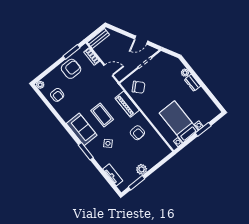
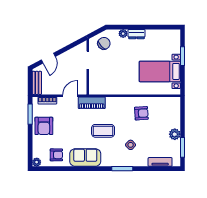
door: (141, 40) -> (48, 58), moved
armchair: (71, 69) -> (44, 126), turned 180
chair: (139, 87) -> (104, 43), moved
piano: (127, 104) -> (92, 103), moved
sofa: (82, 129) -> (85, 158), moved

